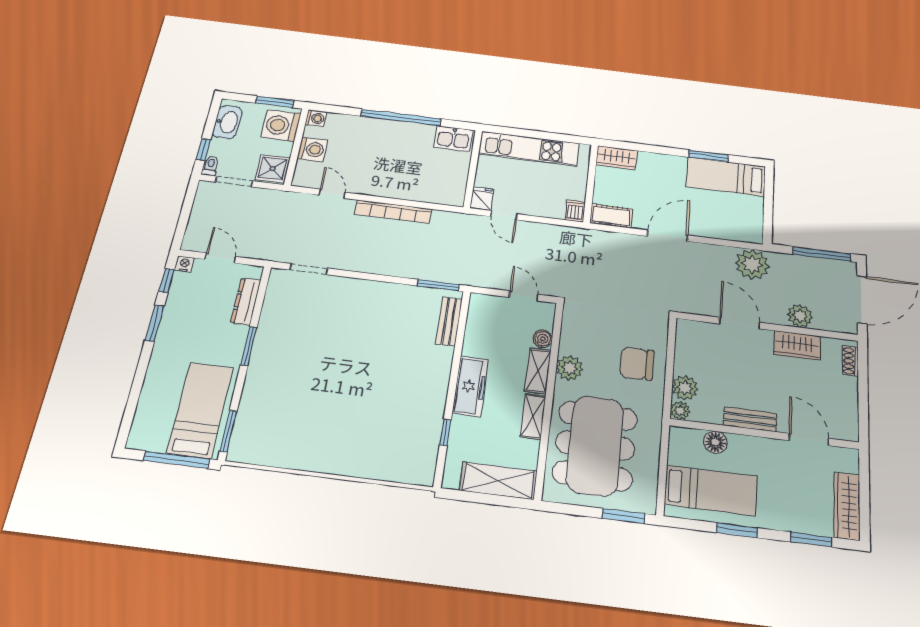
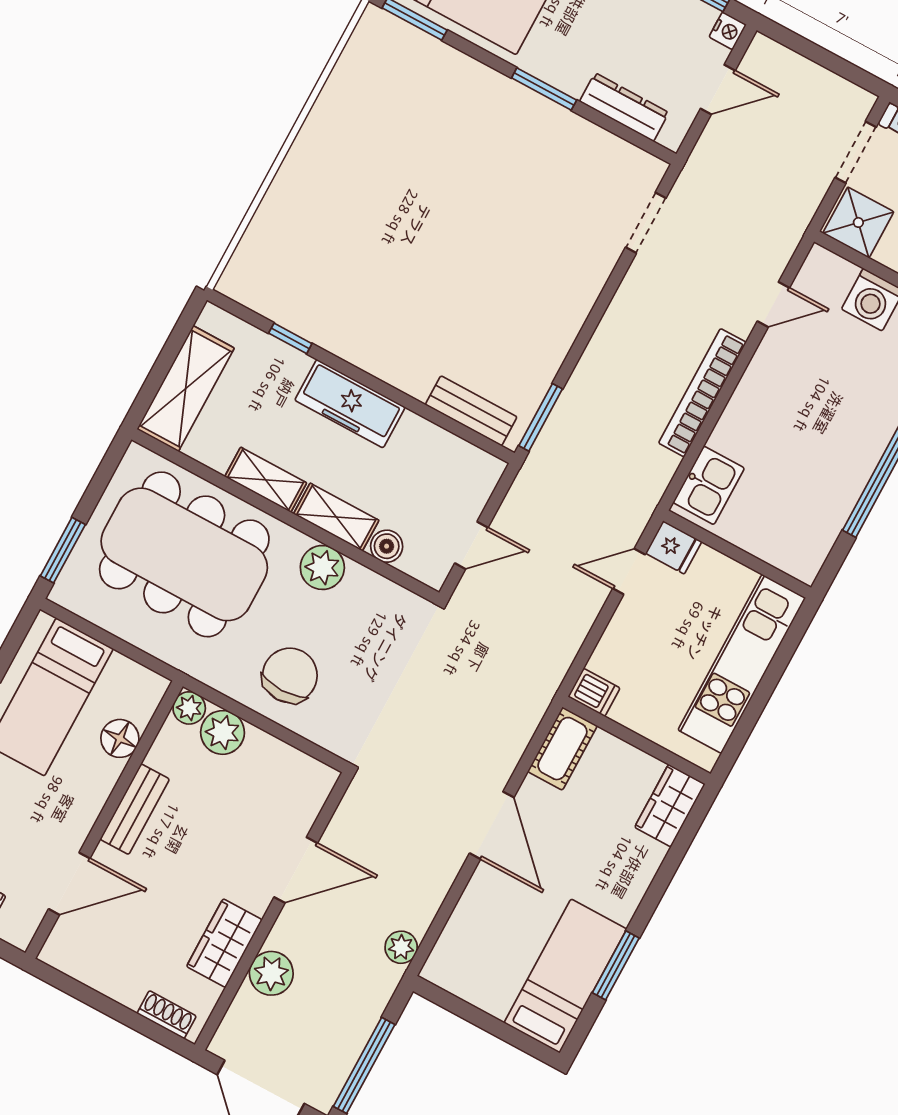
kitchen sink: (453, 139) -> (709, 485), moved, turned 180
plant: (752, 264) -> (401, 947), width x0.53, depth x0.53

